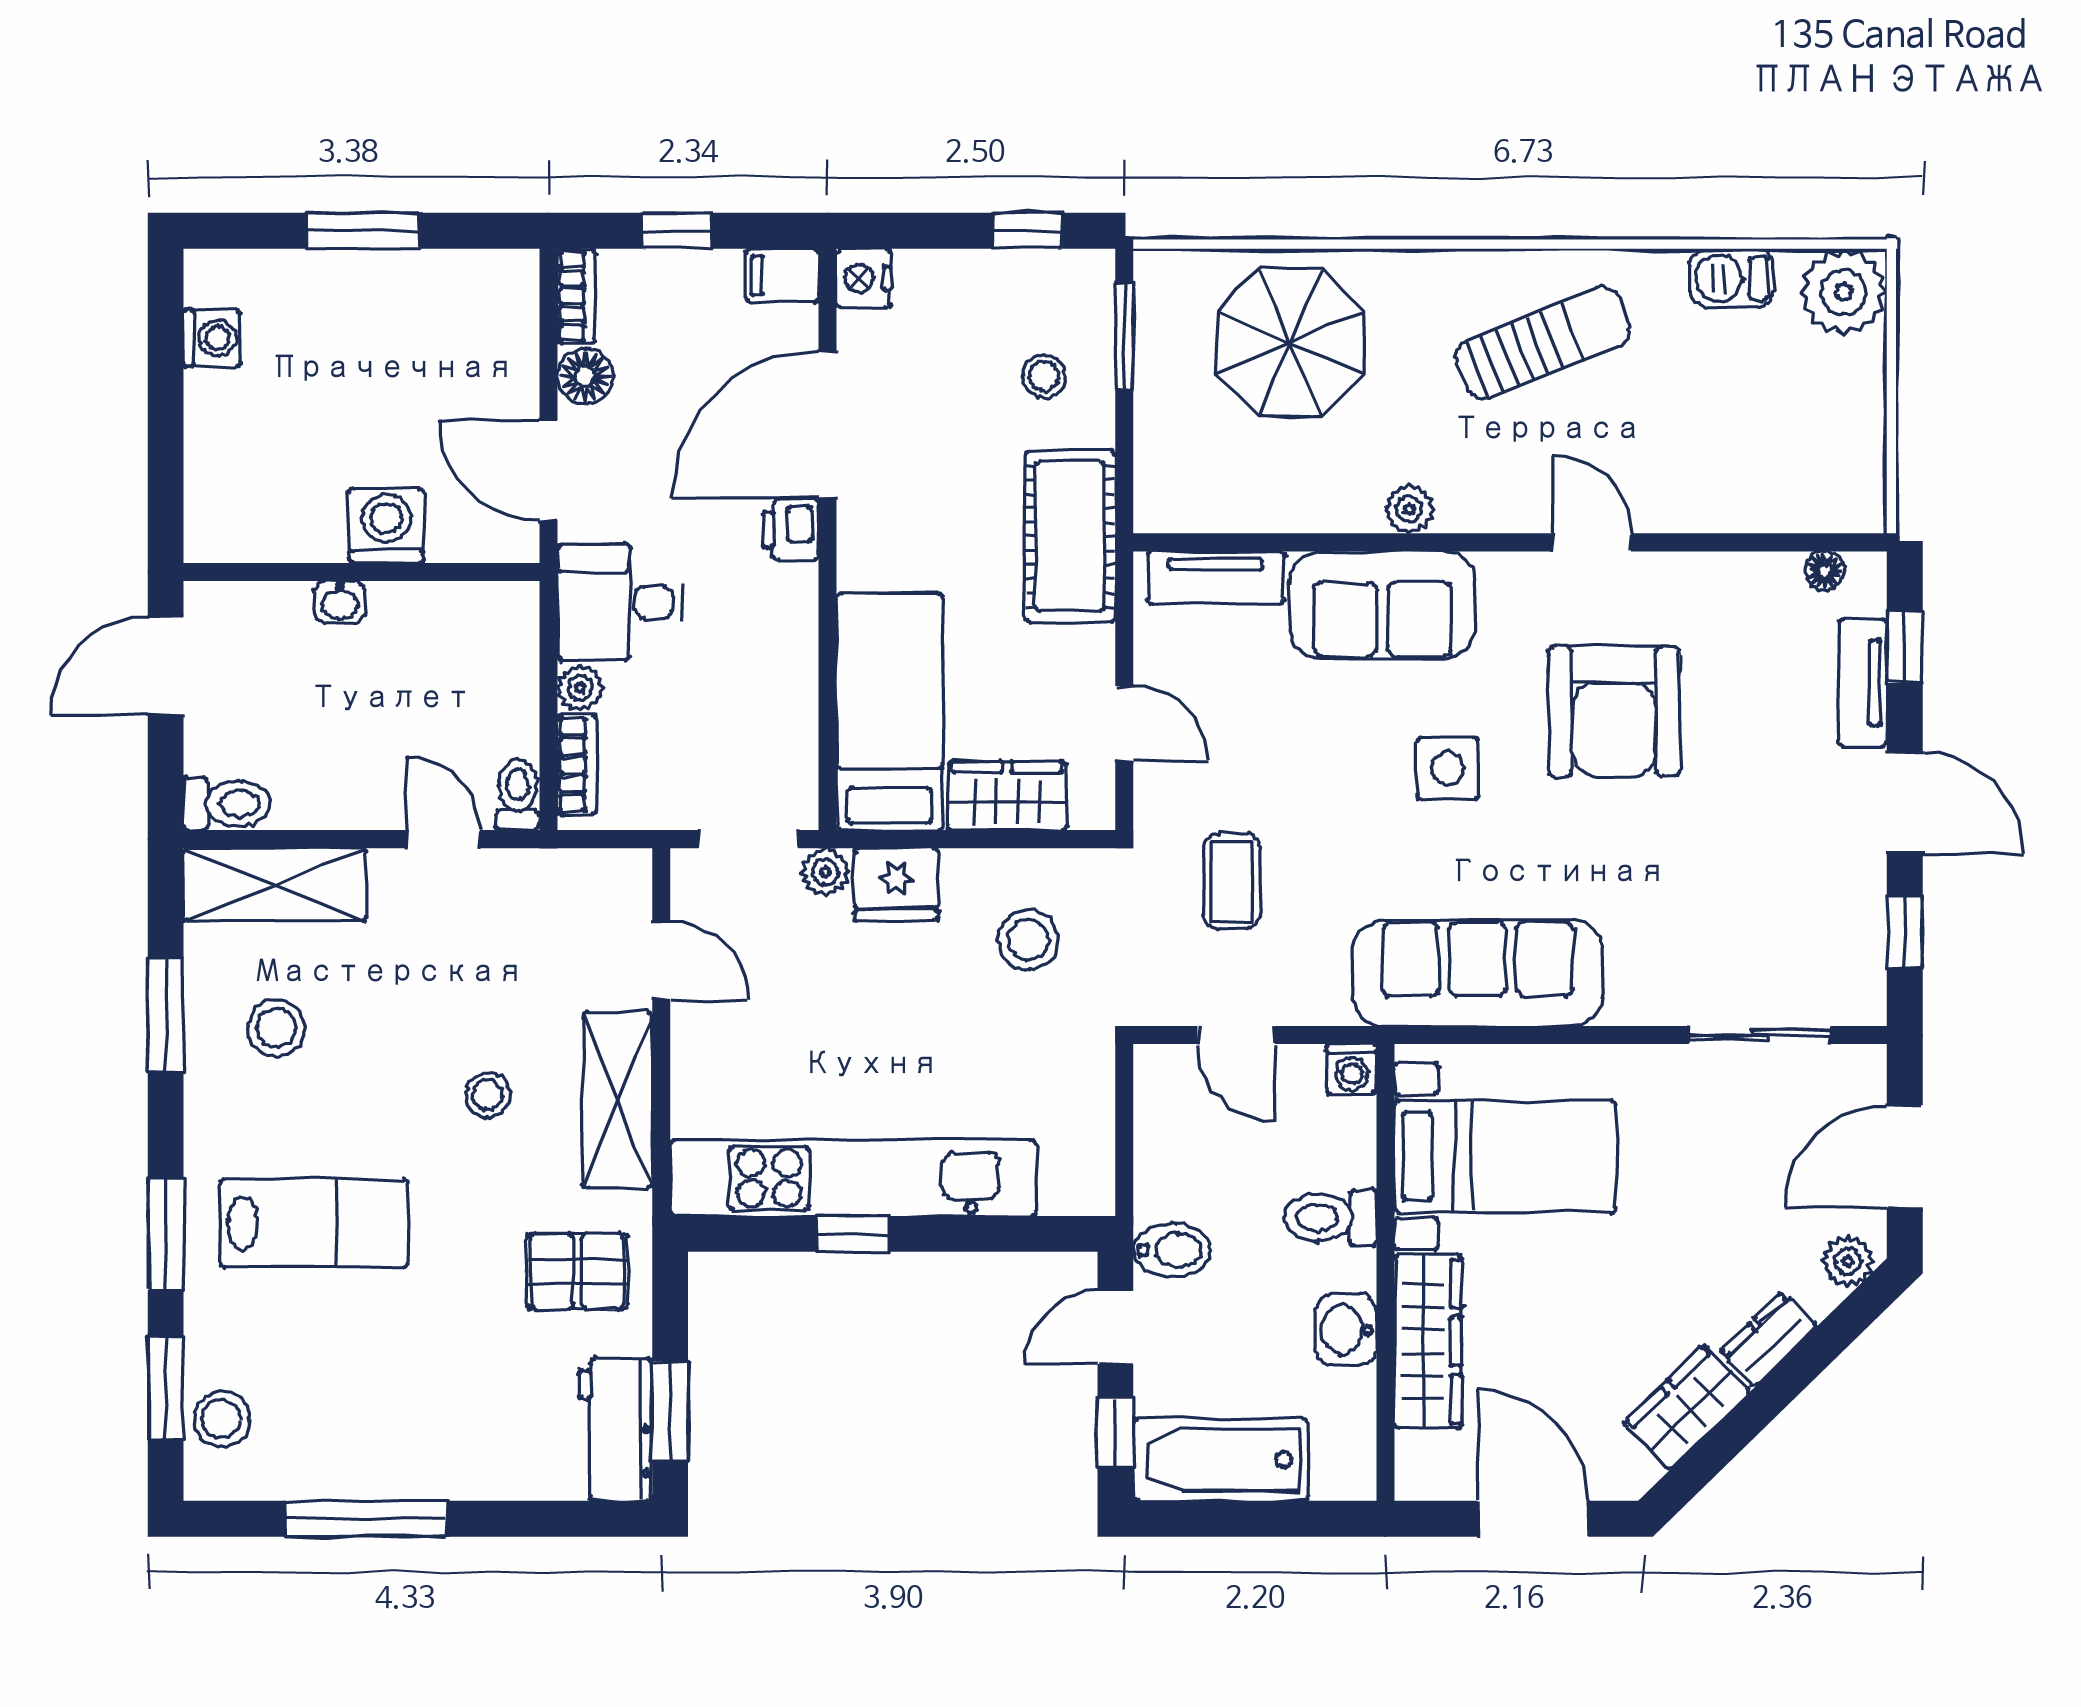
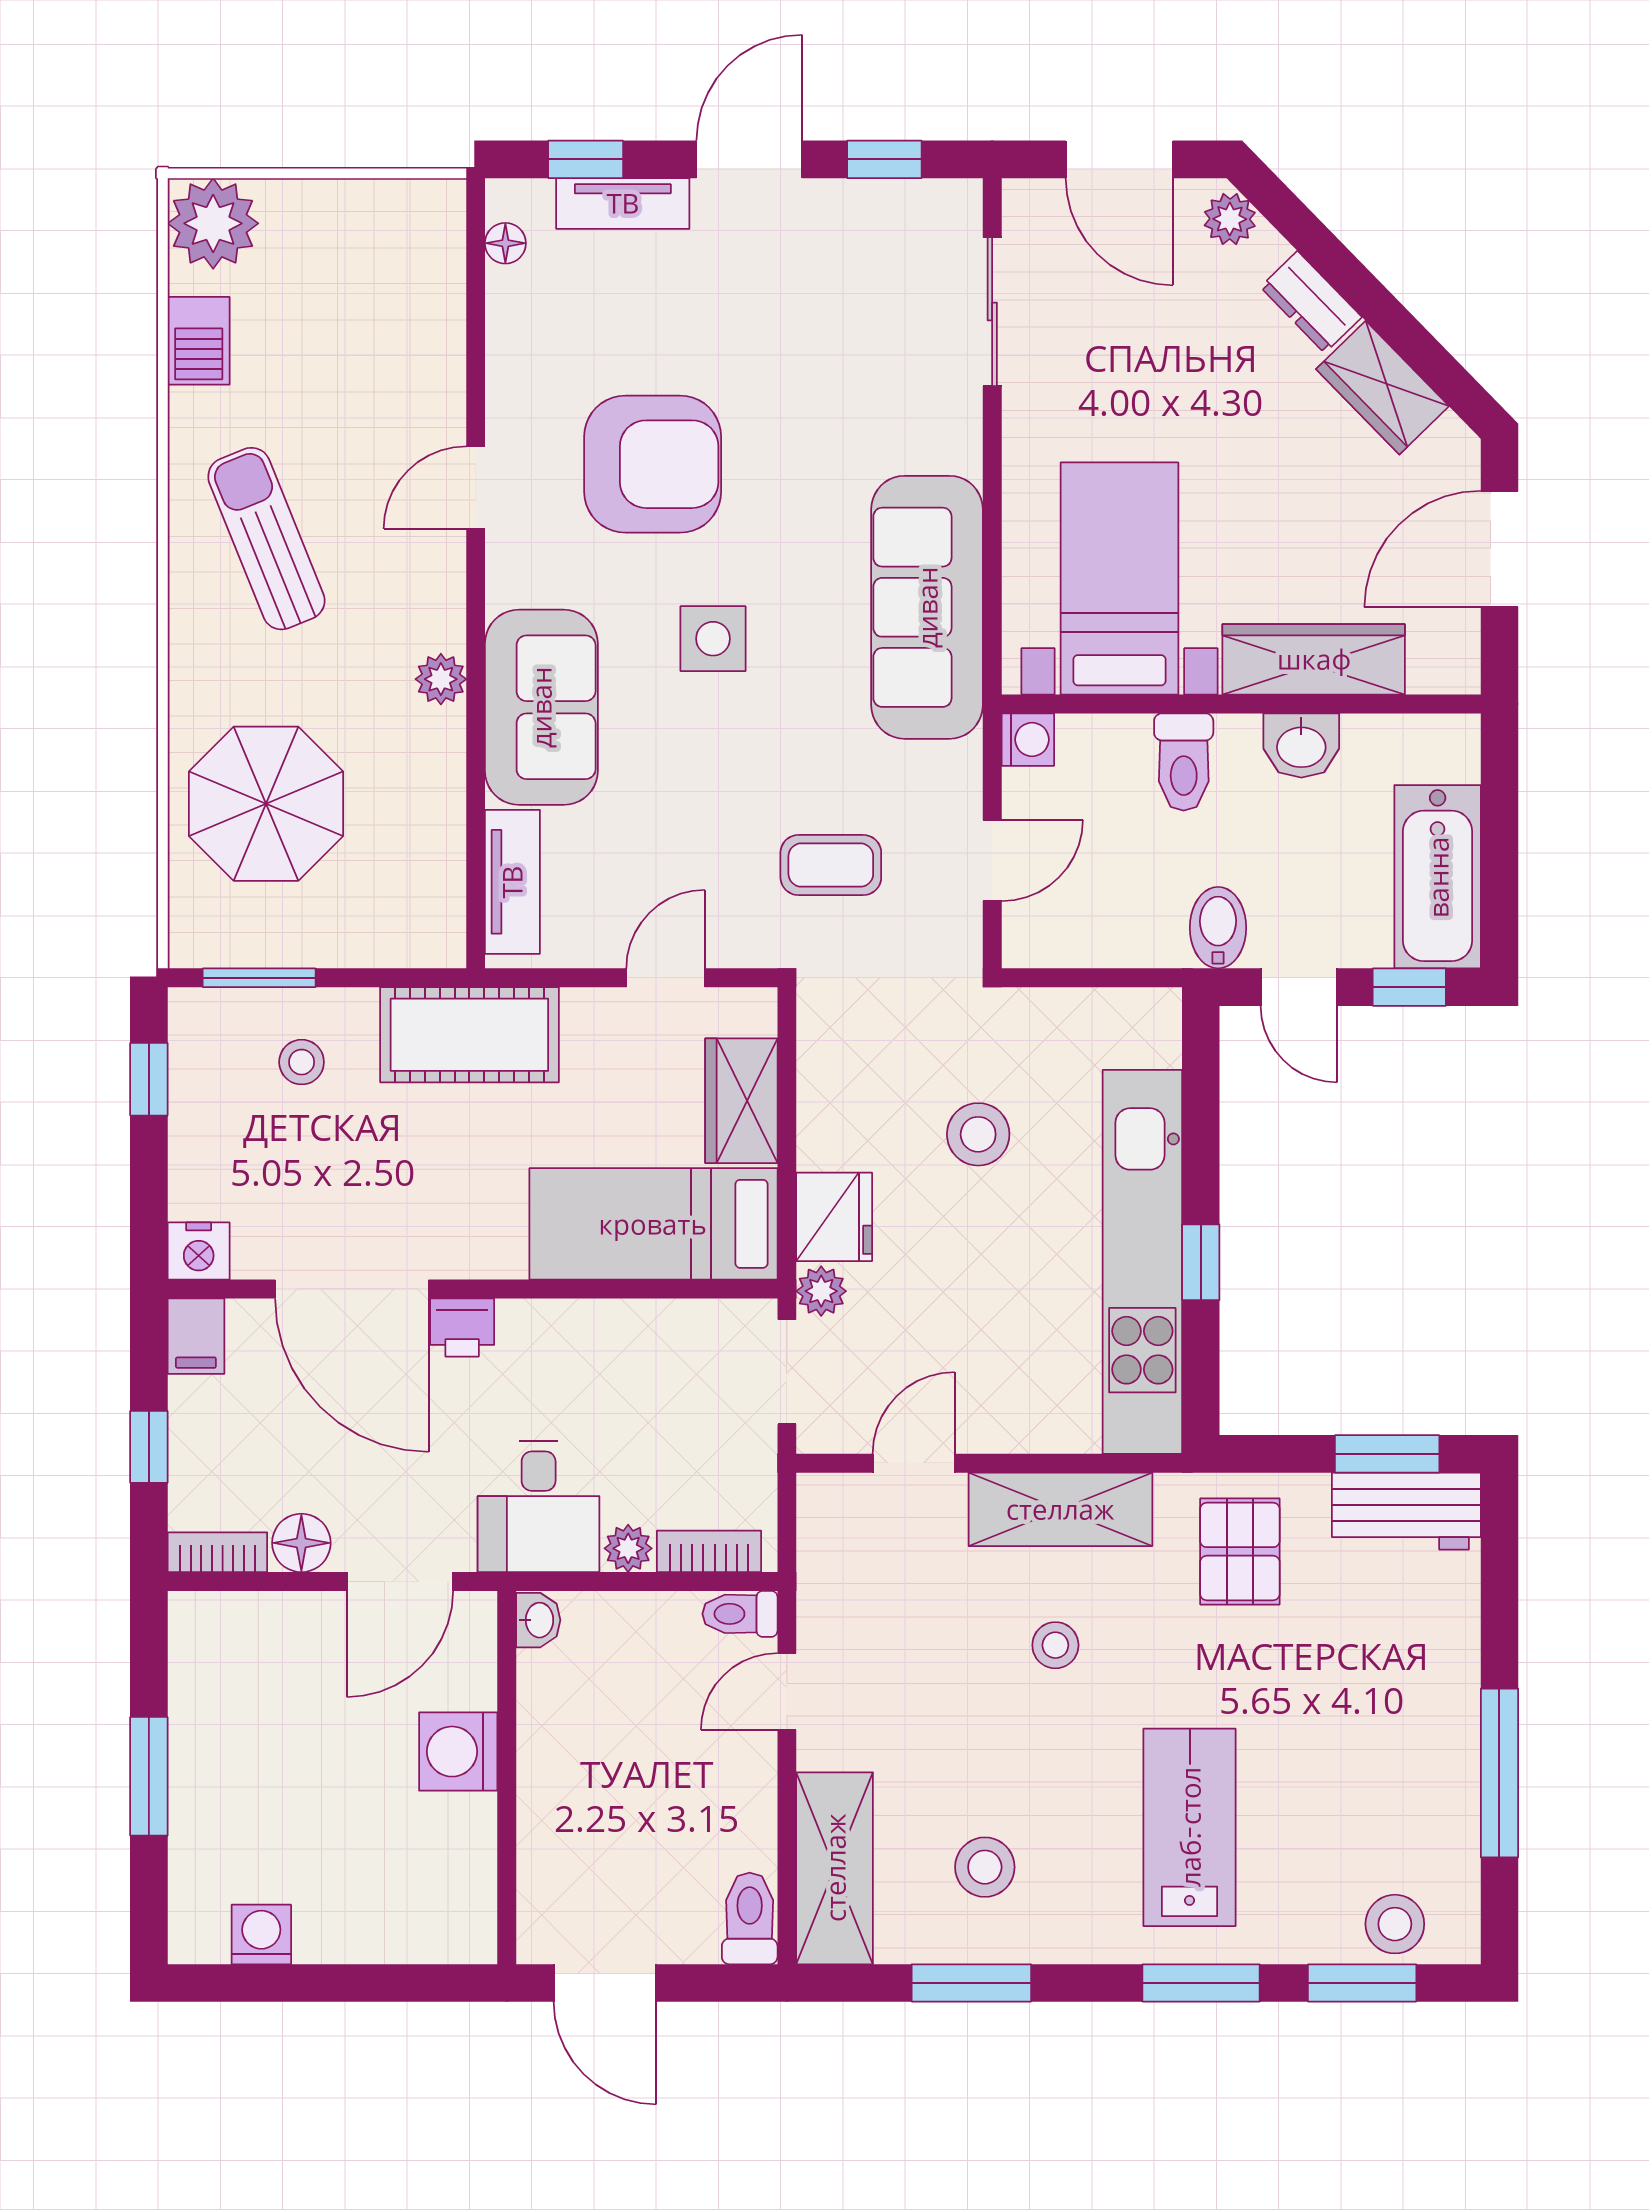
washbasin: (340, 602) -> (538, 1620), moved
stool: (1028, 940) -> (978, 1134), moved

